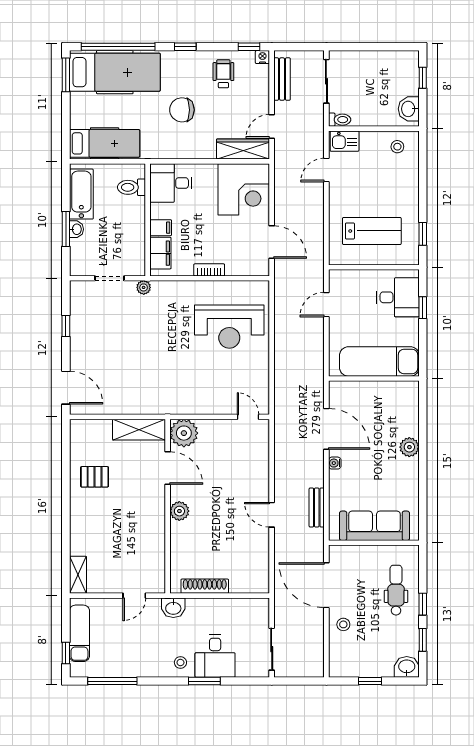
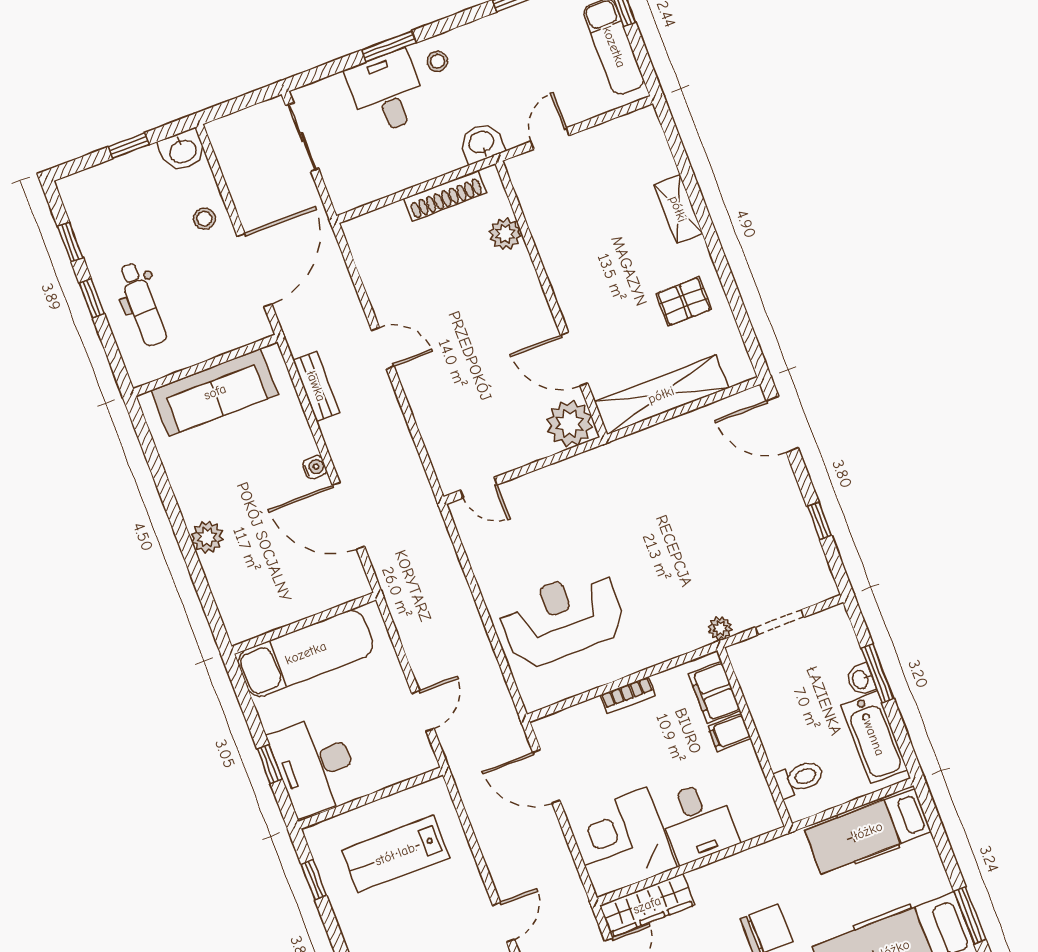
desk: (171, 183) -> (698, 822), moved, turned 90
desk: (398, 297) -> (315, 765), width x1.37
shelving: (139, 430) -> (661, 395), width x1.47
plant: (179, 511) -> (505, 234), moved
shelving: (78, 575) -> (678, 209), moved
door: (326, 585) -> (255, 270), hinge flipped
washbasin: (407, 667) -> (183, 151), moved

